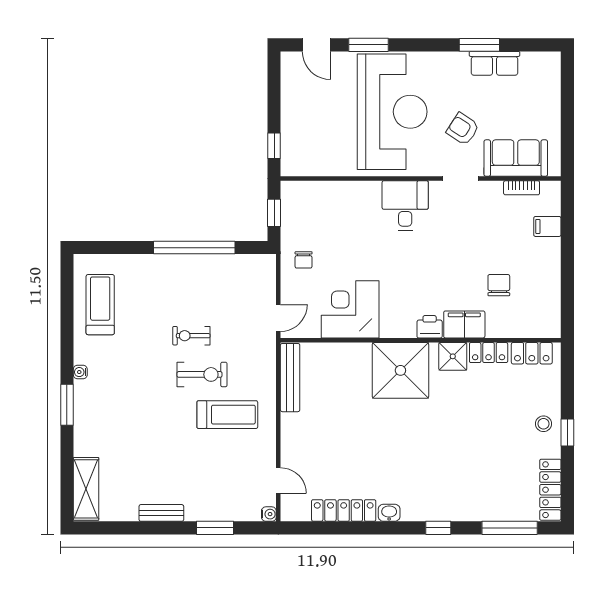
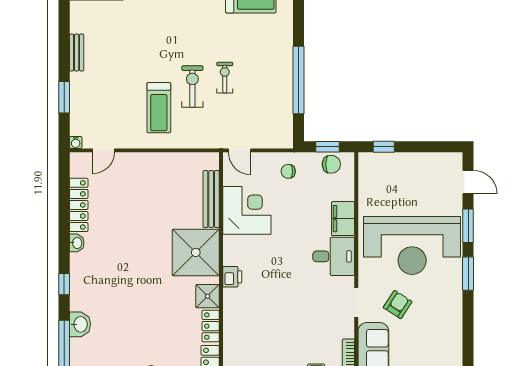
door: (316, 45) -> (468, 182), swing flipped
window: (479, 45) -> (468, 274), moved
row of seats: (495, 63) -> (453, 331), removed
chair: (499, 285) -> (331, 164), moved
filing cabinet: (464, 324) -> (343, 219), moved, turned 180
exercise bike: (202, 374) -> (192, 86), turned 180
bench: (290, 378) -> (211, 199), moved, turned 90
washbasin: (486, 509) -> (80, 324), added

